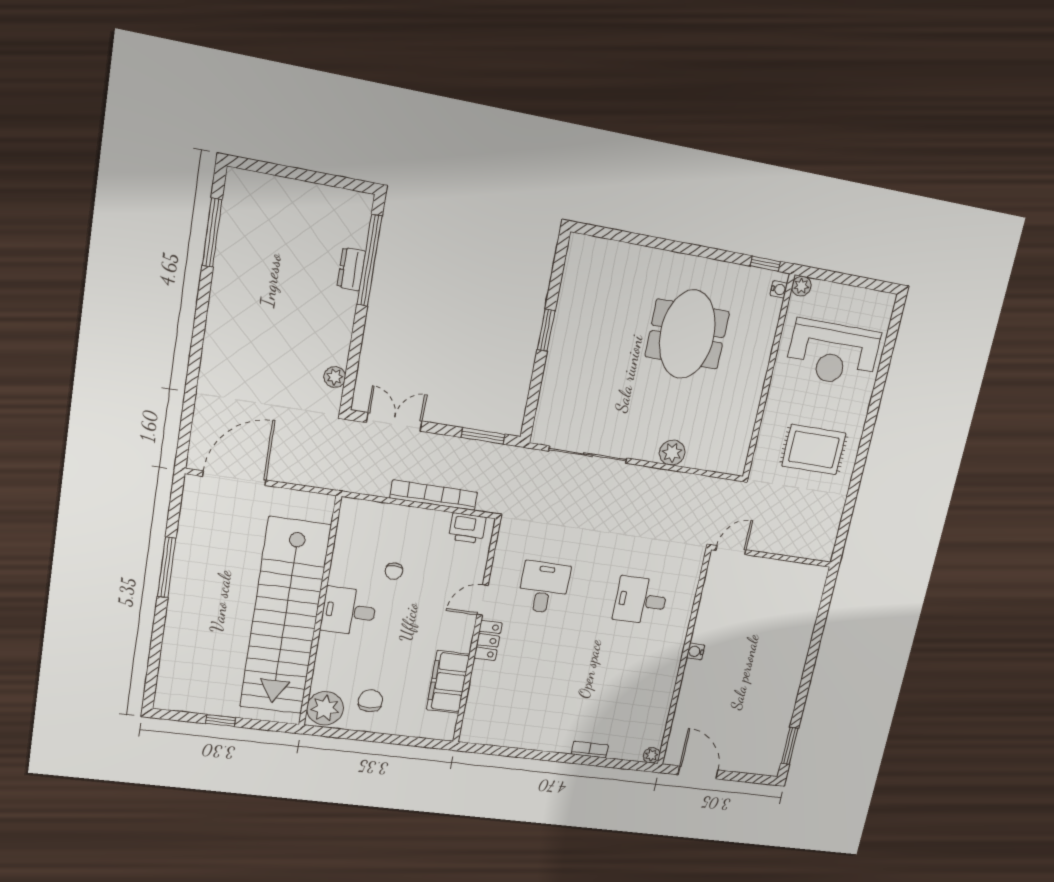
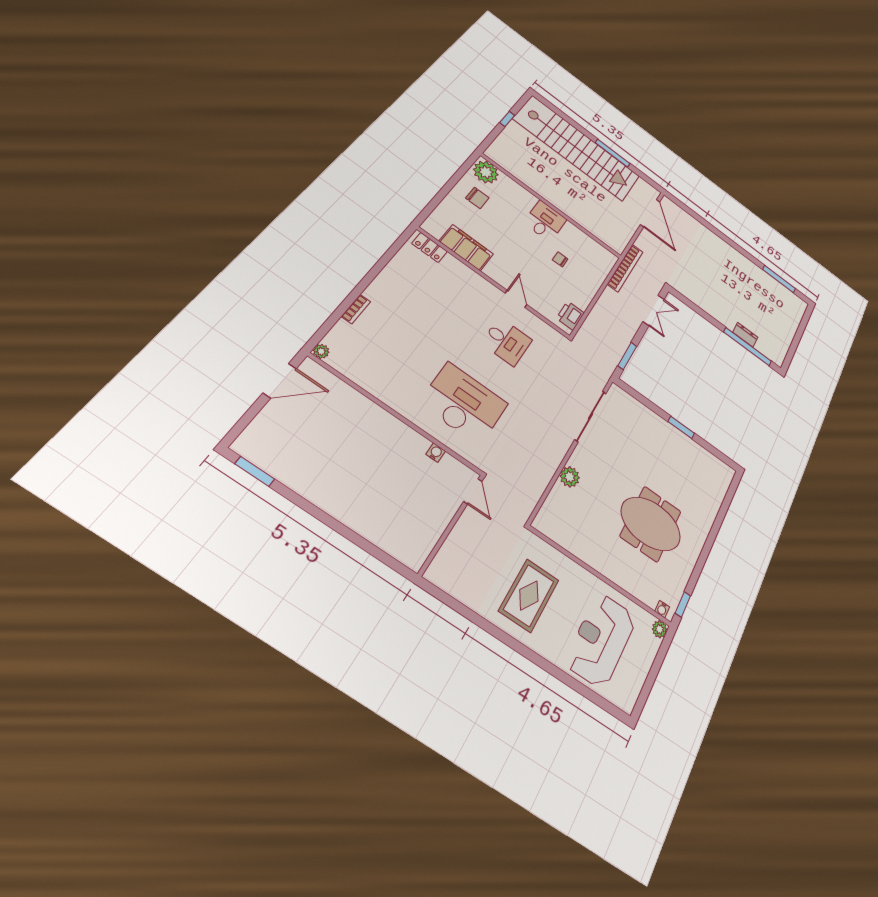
plant: (335, 377) -> (690, 294), removed
bookcase: (434, 495) -> (625, 268), moved
desk: (641, 600) -> (464, 403), width x1.87, depth x1.30
stairs: (285, 617) -> (577, 148), moved, turned 180
locker: (488, 640) -> (430, 247), moved
water cooler: (696, 651) -> (436, 453), moved

